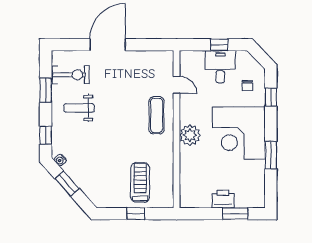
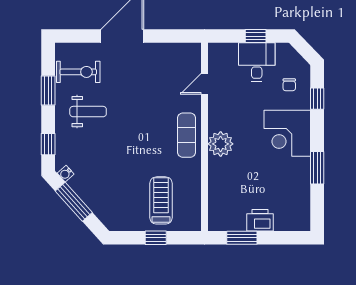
door: (177, 85) -> (205, 84), swing flipped
weight bench: (79, 108) -> (88, 112), turned 180
exercise mat: (157, 115) -> (187, 135), moved
corner desk: (239, 133) -> (287, 133), width x0.74, depth x0.74
window: (67, 184) -> (74, 202), width x1.44
window: (235, 214) -> (242, 238), moved

